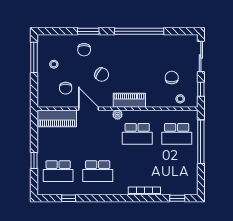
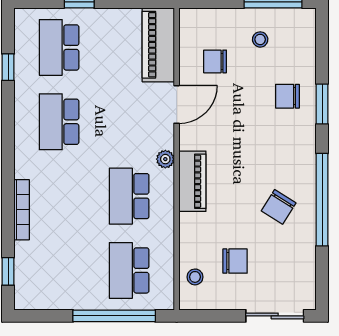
chair: (102, 75) -> (279, 207), moved
window: (201, 89) -> (213, 316), removed

